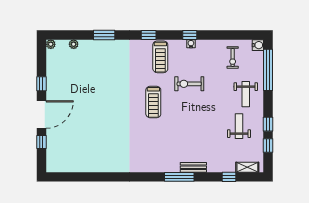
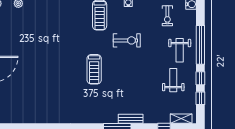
window: (268, 70) -> (200, 45), moved
exercise bike: (189, 84) -> (127, 40), turned 180
treadmill: (153, 102) -> (94, 69), moved

